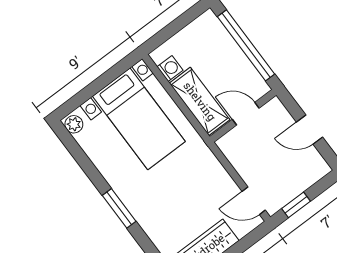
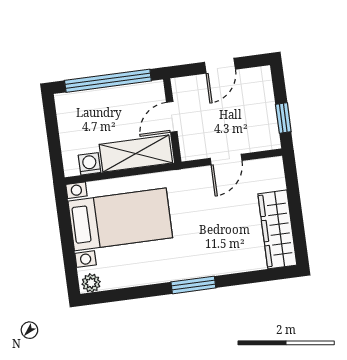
door: (254, 201) -> (226, 159), moved

